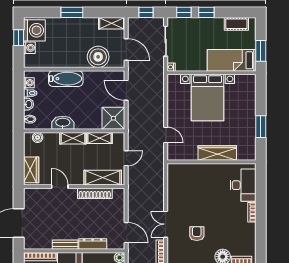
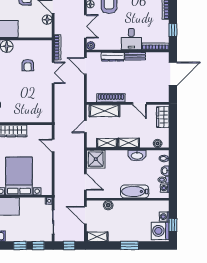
boiler: (98, 57) -> (108, 205), width x0.54, depth x0.54

